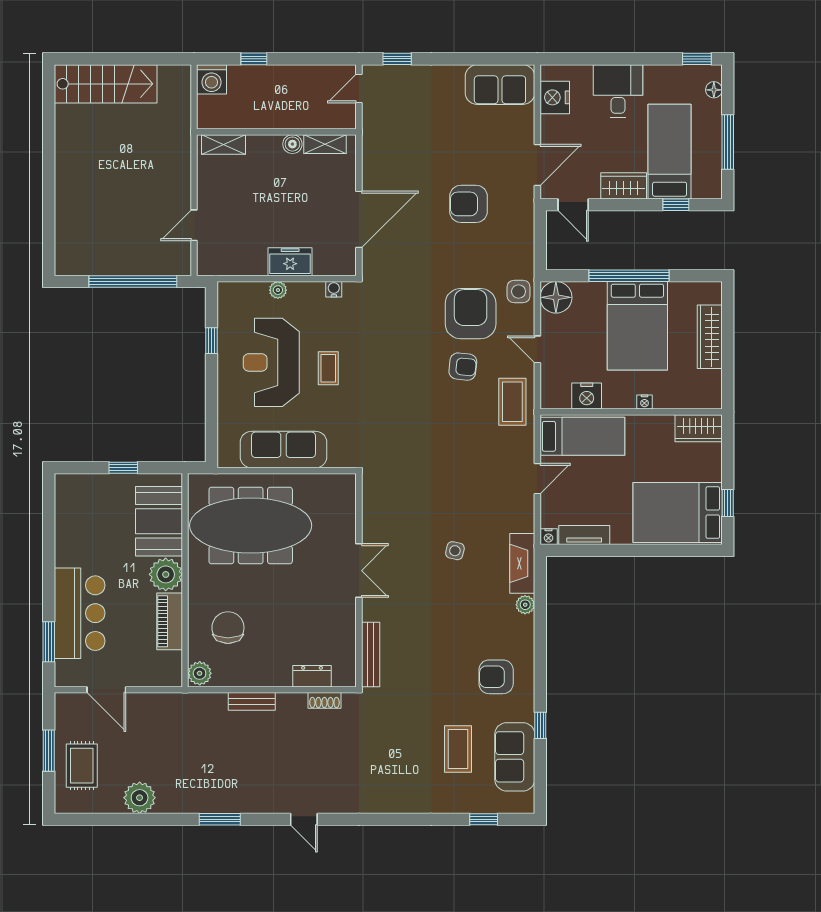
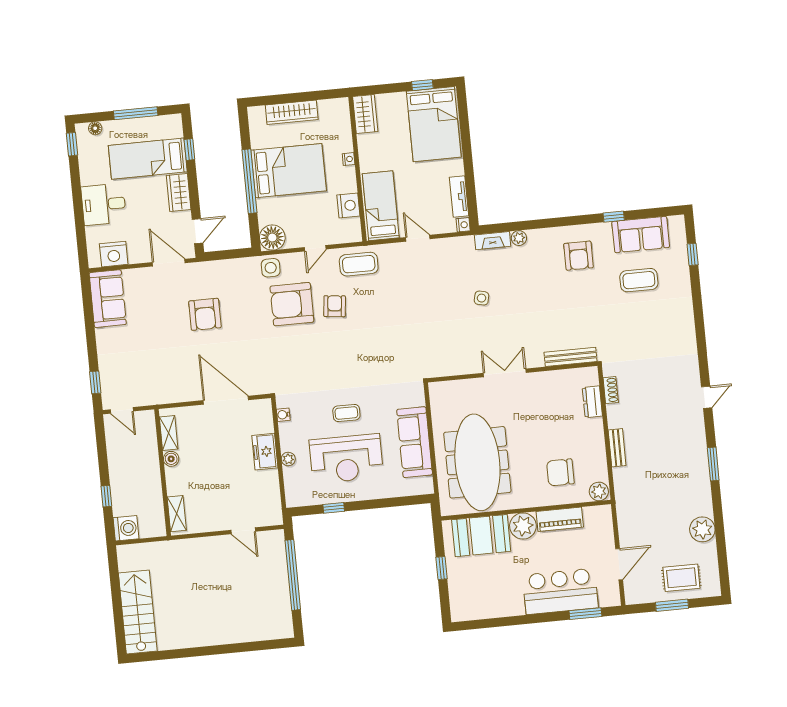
fireplace: (522, 563) -> (493, 241), width x0.73, depth x0.76

